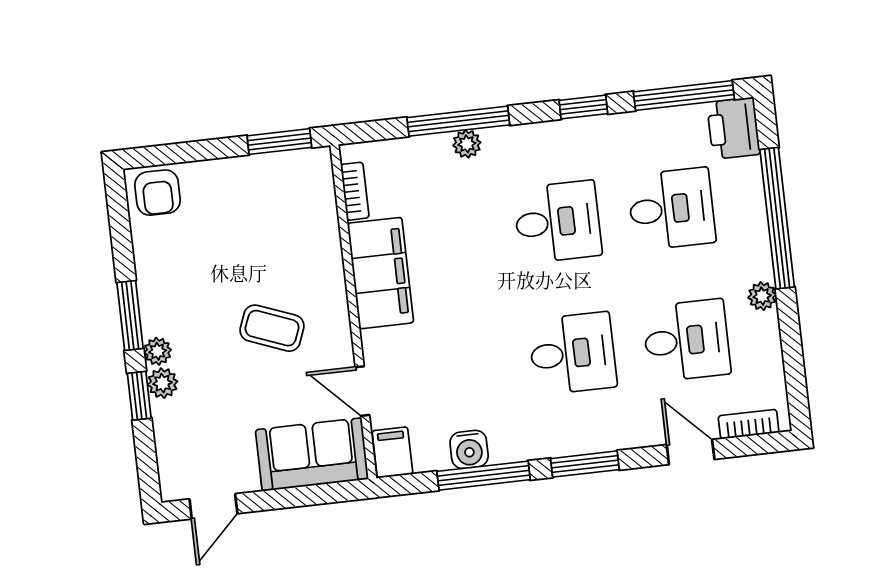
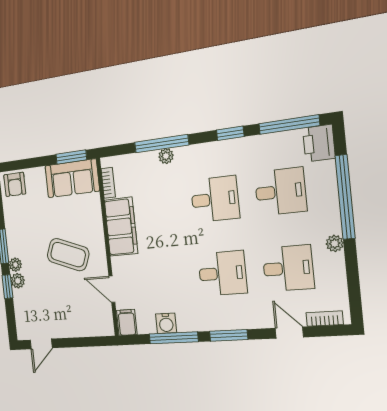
coffee table: (272, 328) -> (68, 255), width x1.36, depth x1.30
sofa: (312, 455) -> (72, 178), moved, turned 180

